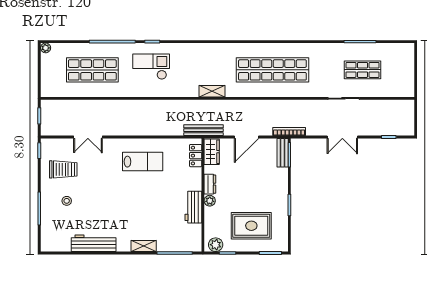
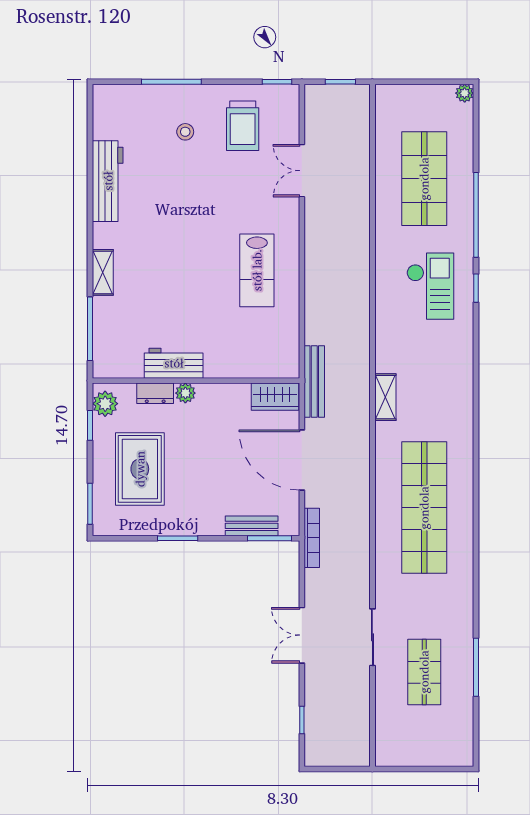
door: (246, 137) -> (302, 460), width x1.36
bench: (283, 153) -> (252, 526), moved
locker: (196, 156) -> (268, 367), removed
dresser: (210, 184) -> (155, 393), moved

